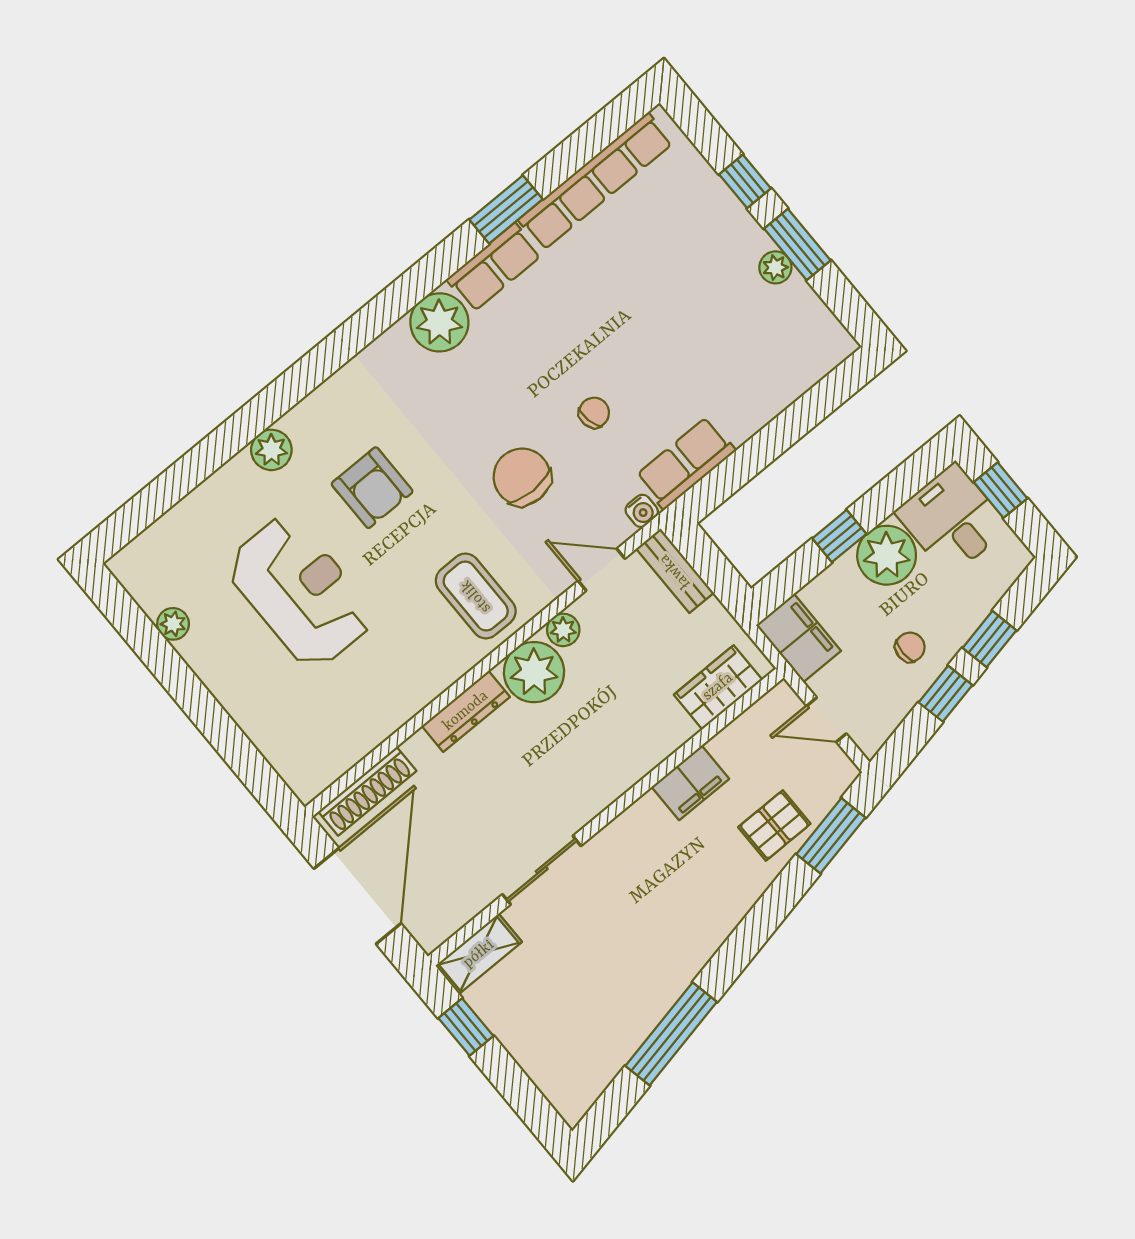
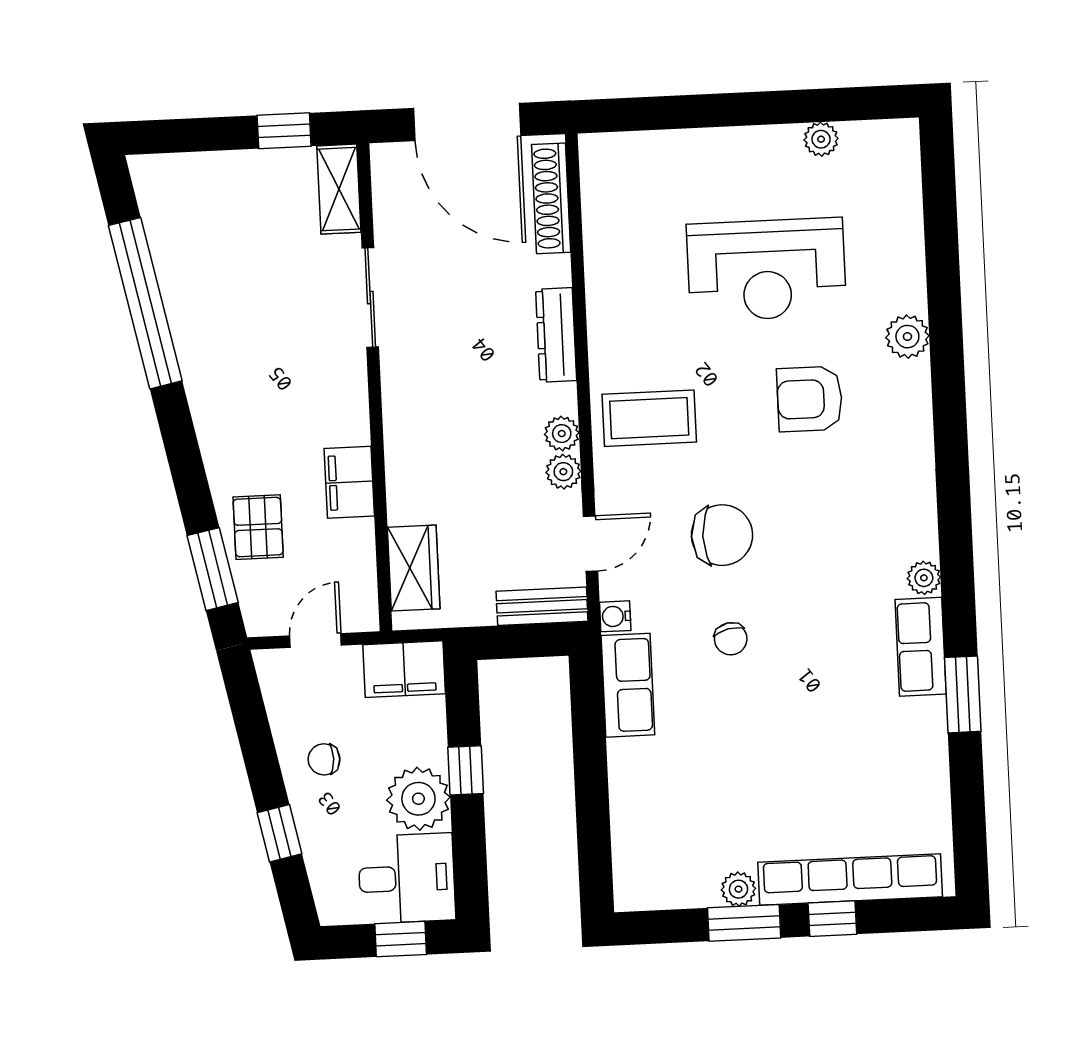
row of seats: (596, 181) -> (850, 879), moved, turned 90
plant: (439, 322) -> (924, 578), width x0.53, depth x0.53
chair: (910, 647) -> (324, 759), turned 90
plant: (534, 672) -> (562, 434), width x0.53, depth x0.53
window: (945, 694) -> (261, 760), removed
window: (671, 1034) -> (145, 303), width x1.46

